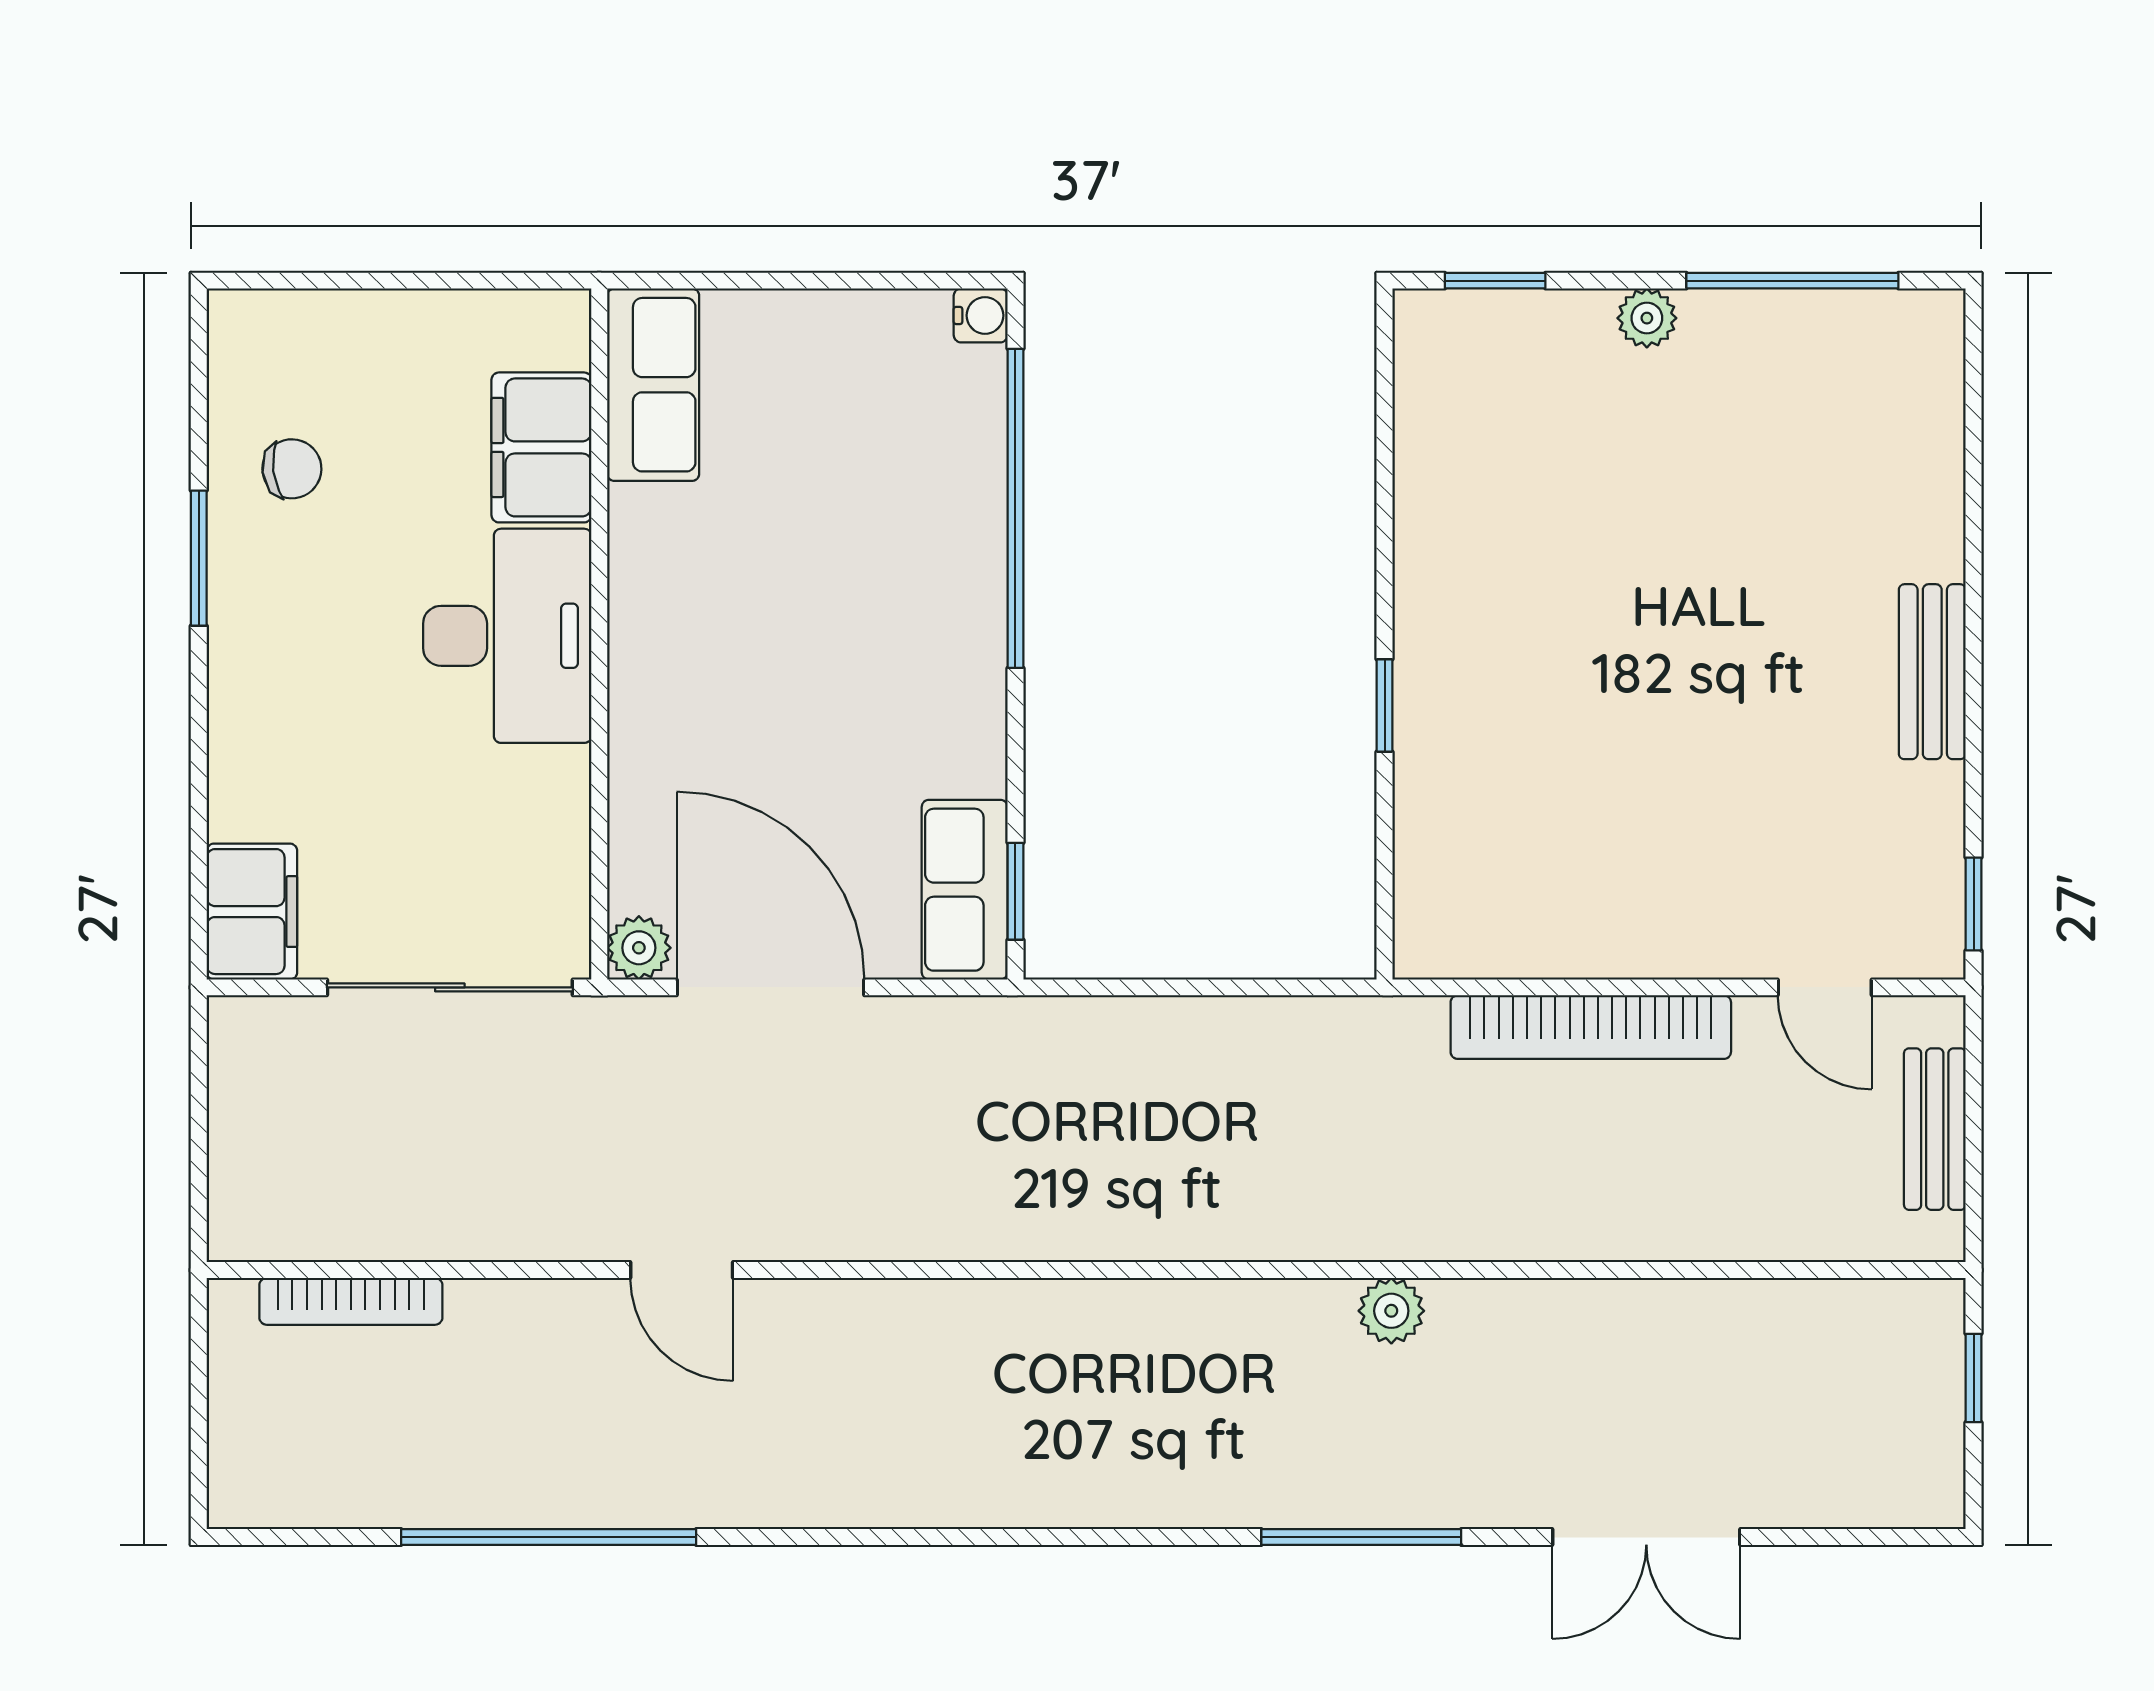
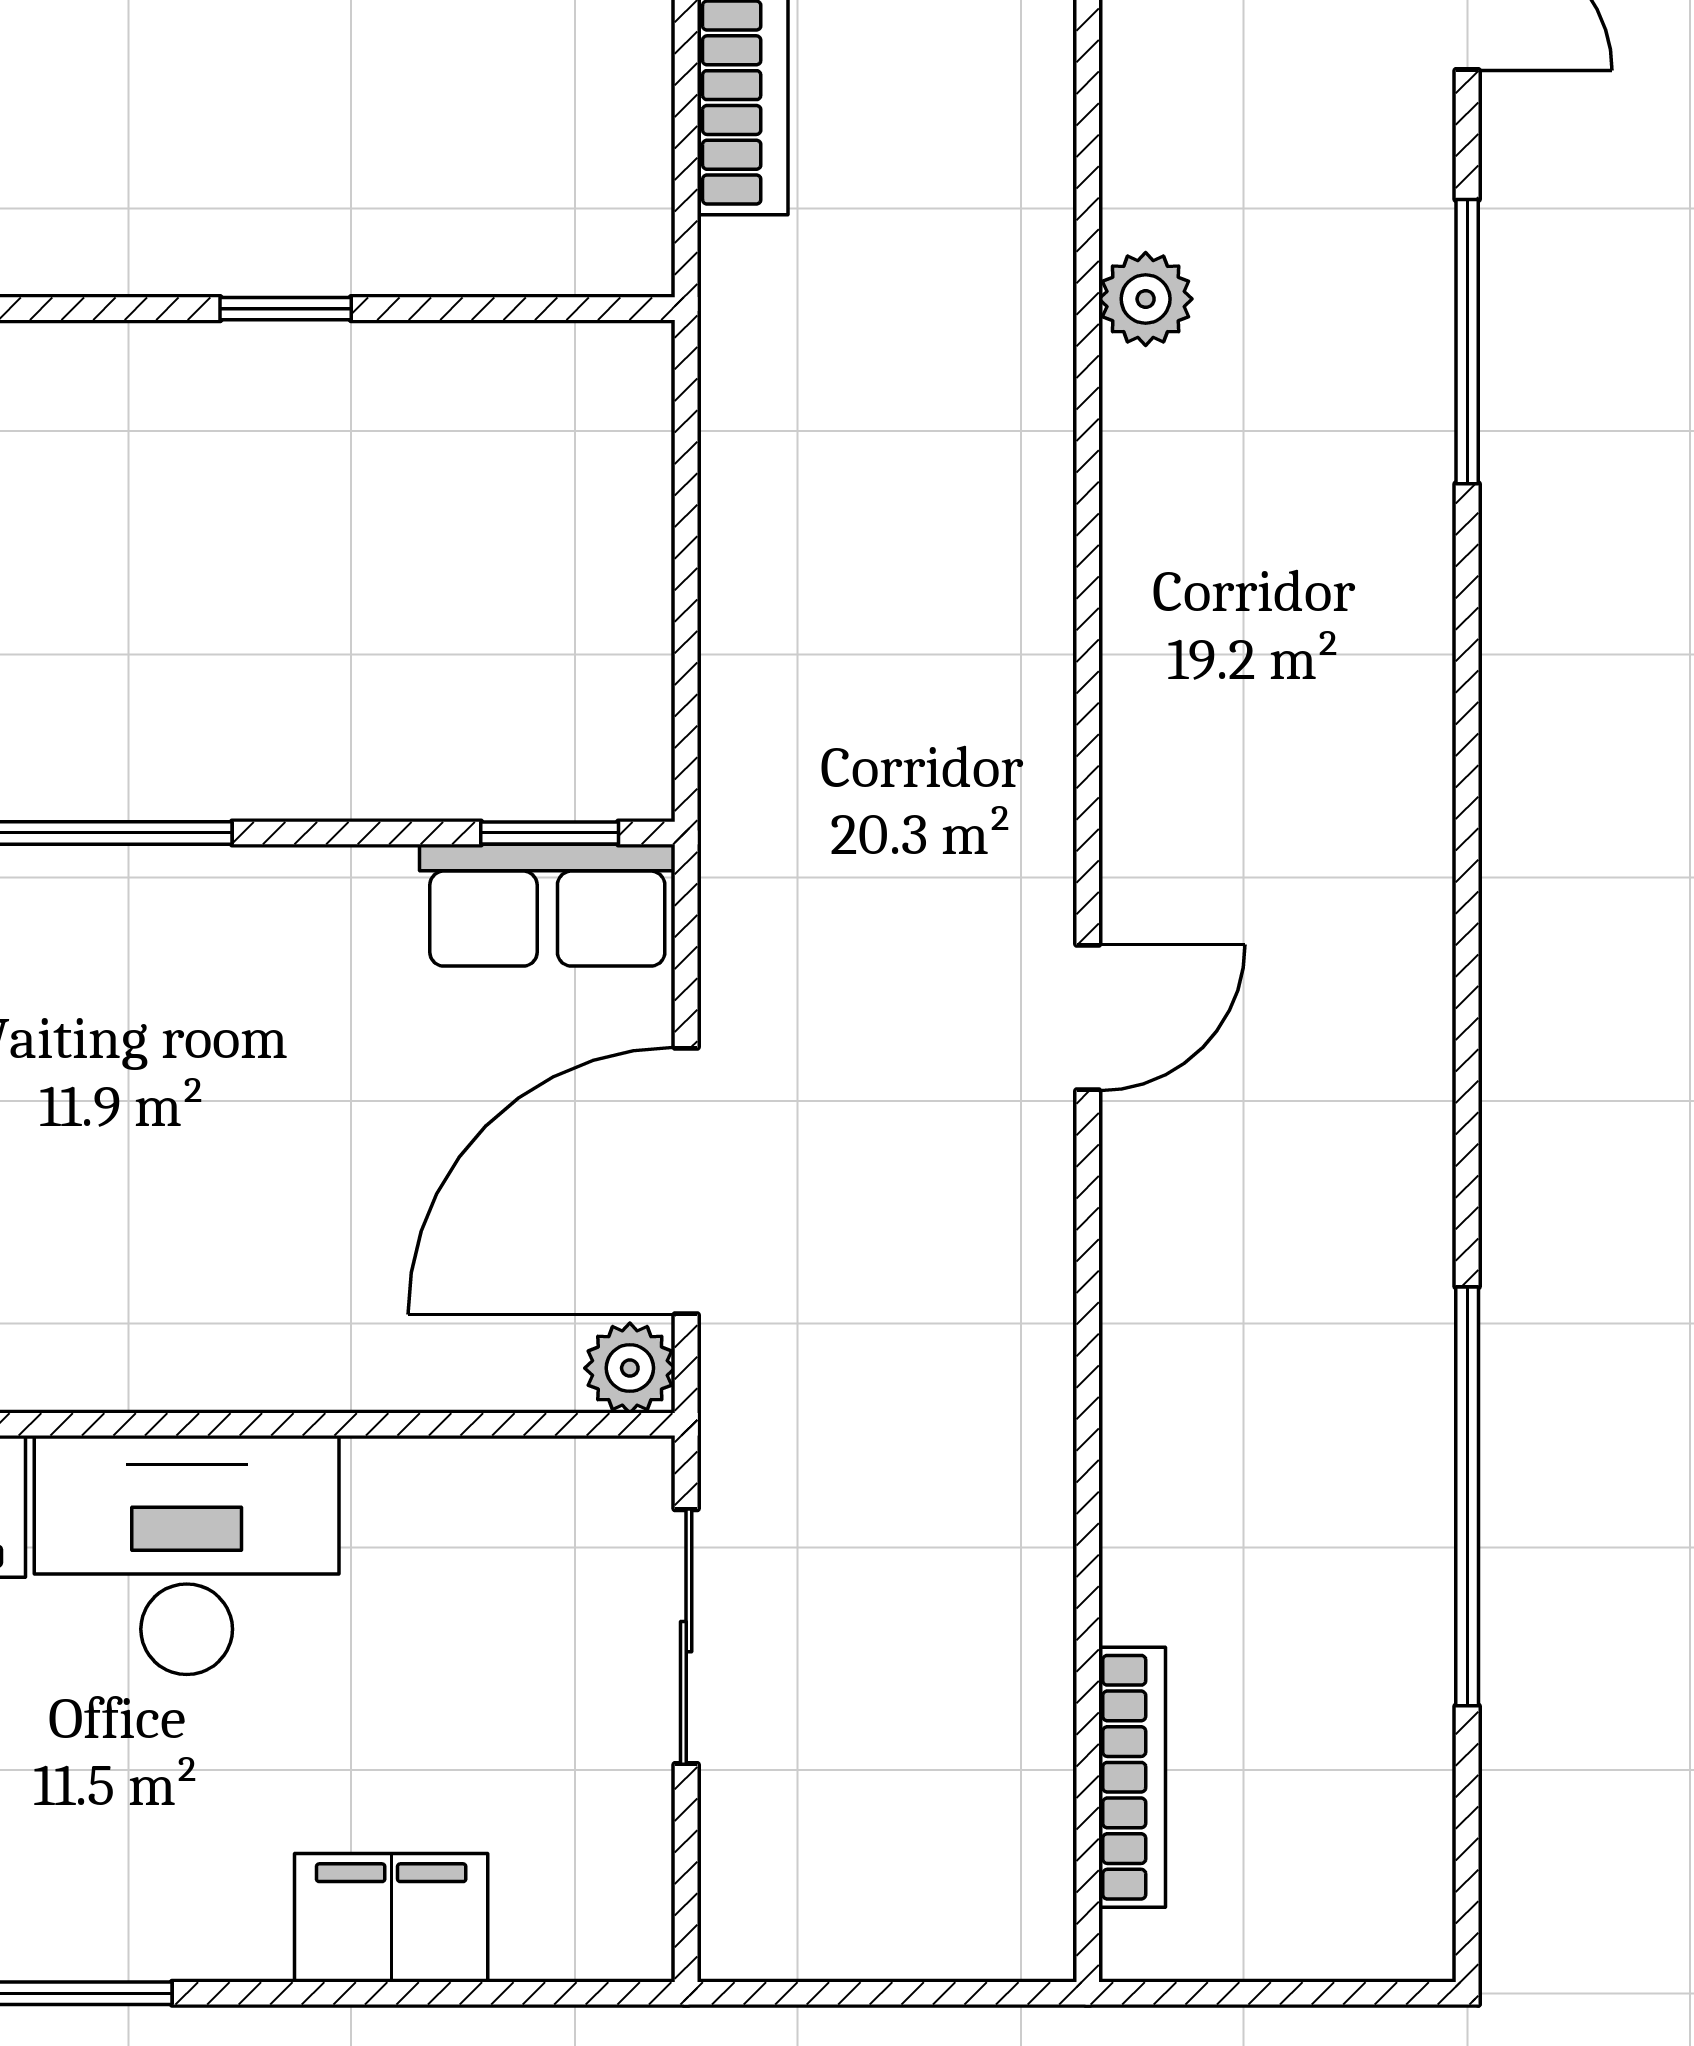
filing cabinet: (252, 912) -> (391, 1918), moved
sliding door: (450, 987) -> (686, 1637), width x0.73
door: (682, 1270) -> (1088, 1018), moved

